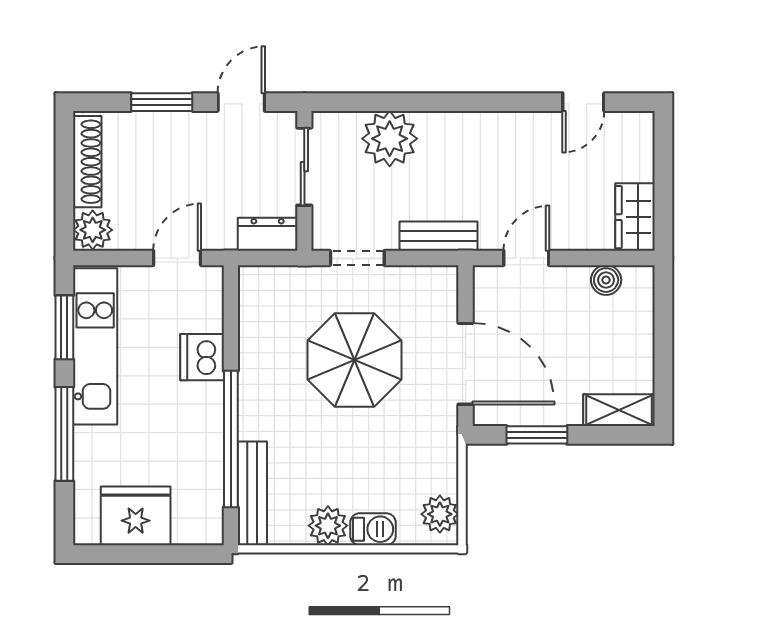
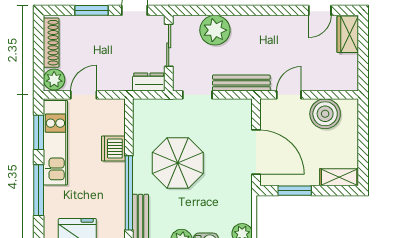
wardrobe: (635, 217) -> (348, 34), moved
bench: (439, 236) -> (241, 83), width x1.36
door: (177, 258) -> (84, 95), moved
boiler: (606, 280) -> (325, 114), width x1.86, depth x1.86
parasol: (354, 360) -> (178, 163), moved

